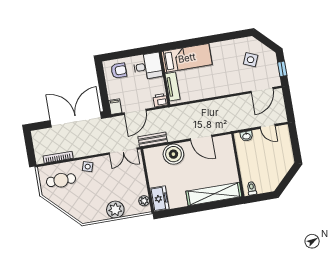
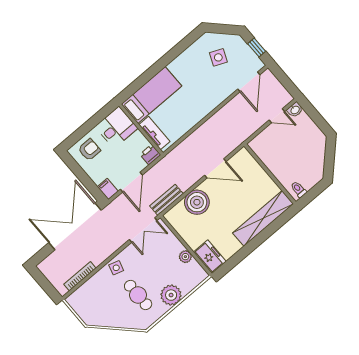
washbasin: (246, 136) -> (295, 110), moved
cafe table: (61, 180) -> (138, 295), moved, turned 90
plant: (144, 201) -> (185, 257), moved

